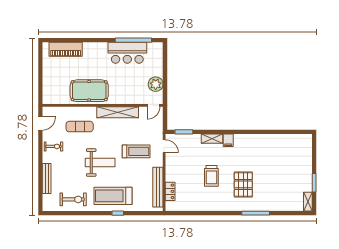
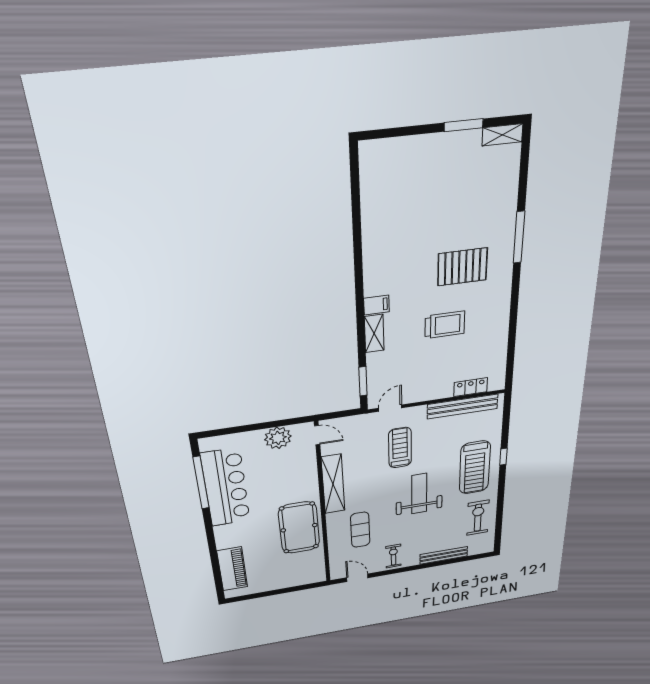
bar counter: (127, 53) -> (226, 488), width x1.36

